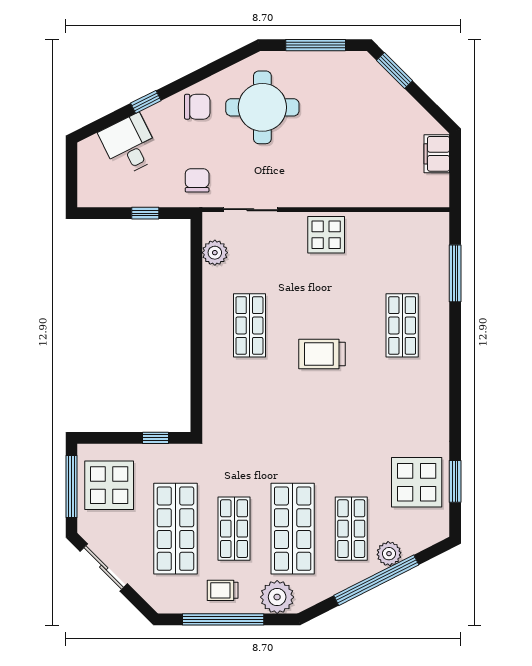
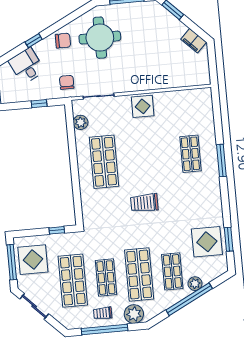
filing cabinet: (437, 154) -> (194, 41), moved, turned -45
window: (455, 273) -> (221, 160), moved
shop shelf: (249, 325) -> (104, 162), width x1.43, depth x1.36
trolley: (322, 354) -> (144, 203), moved

